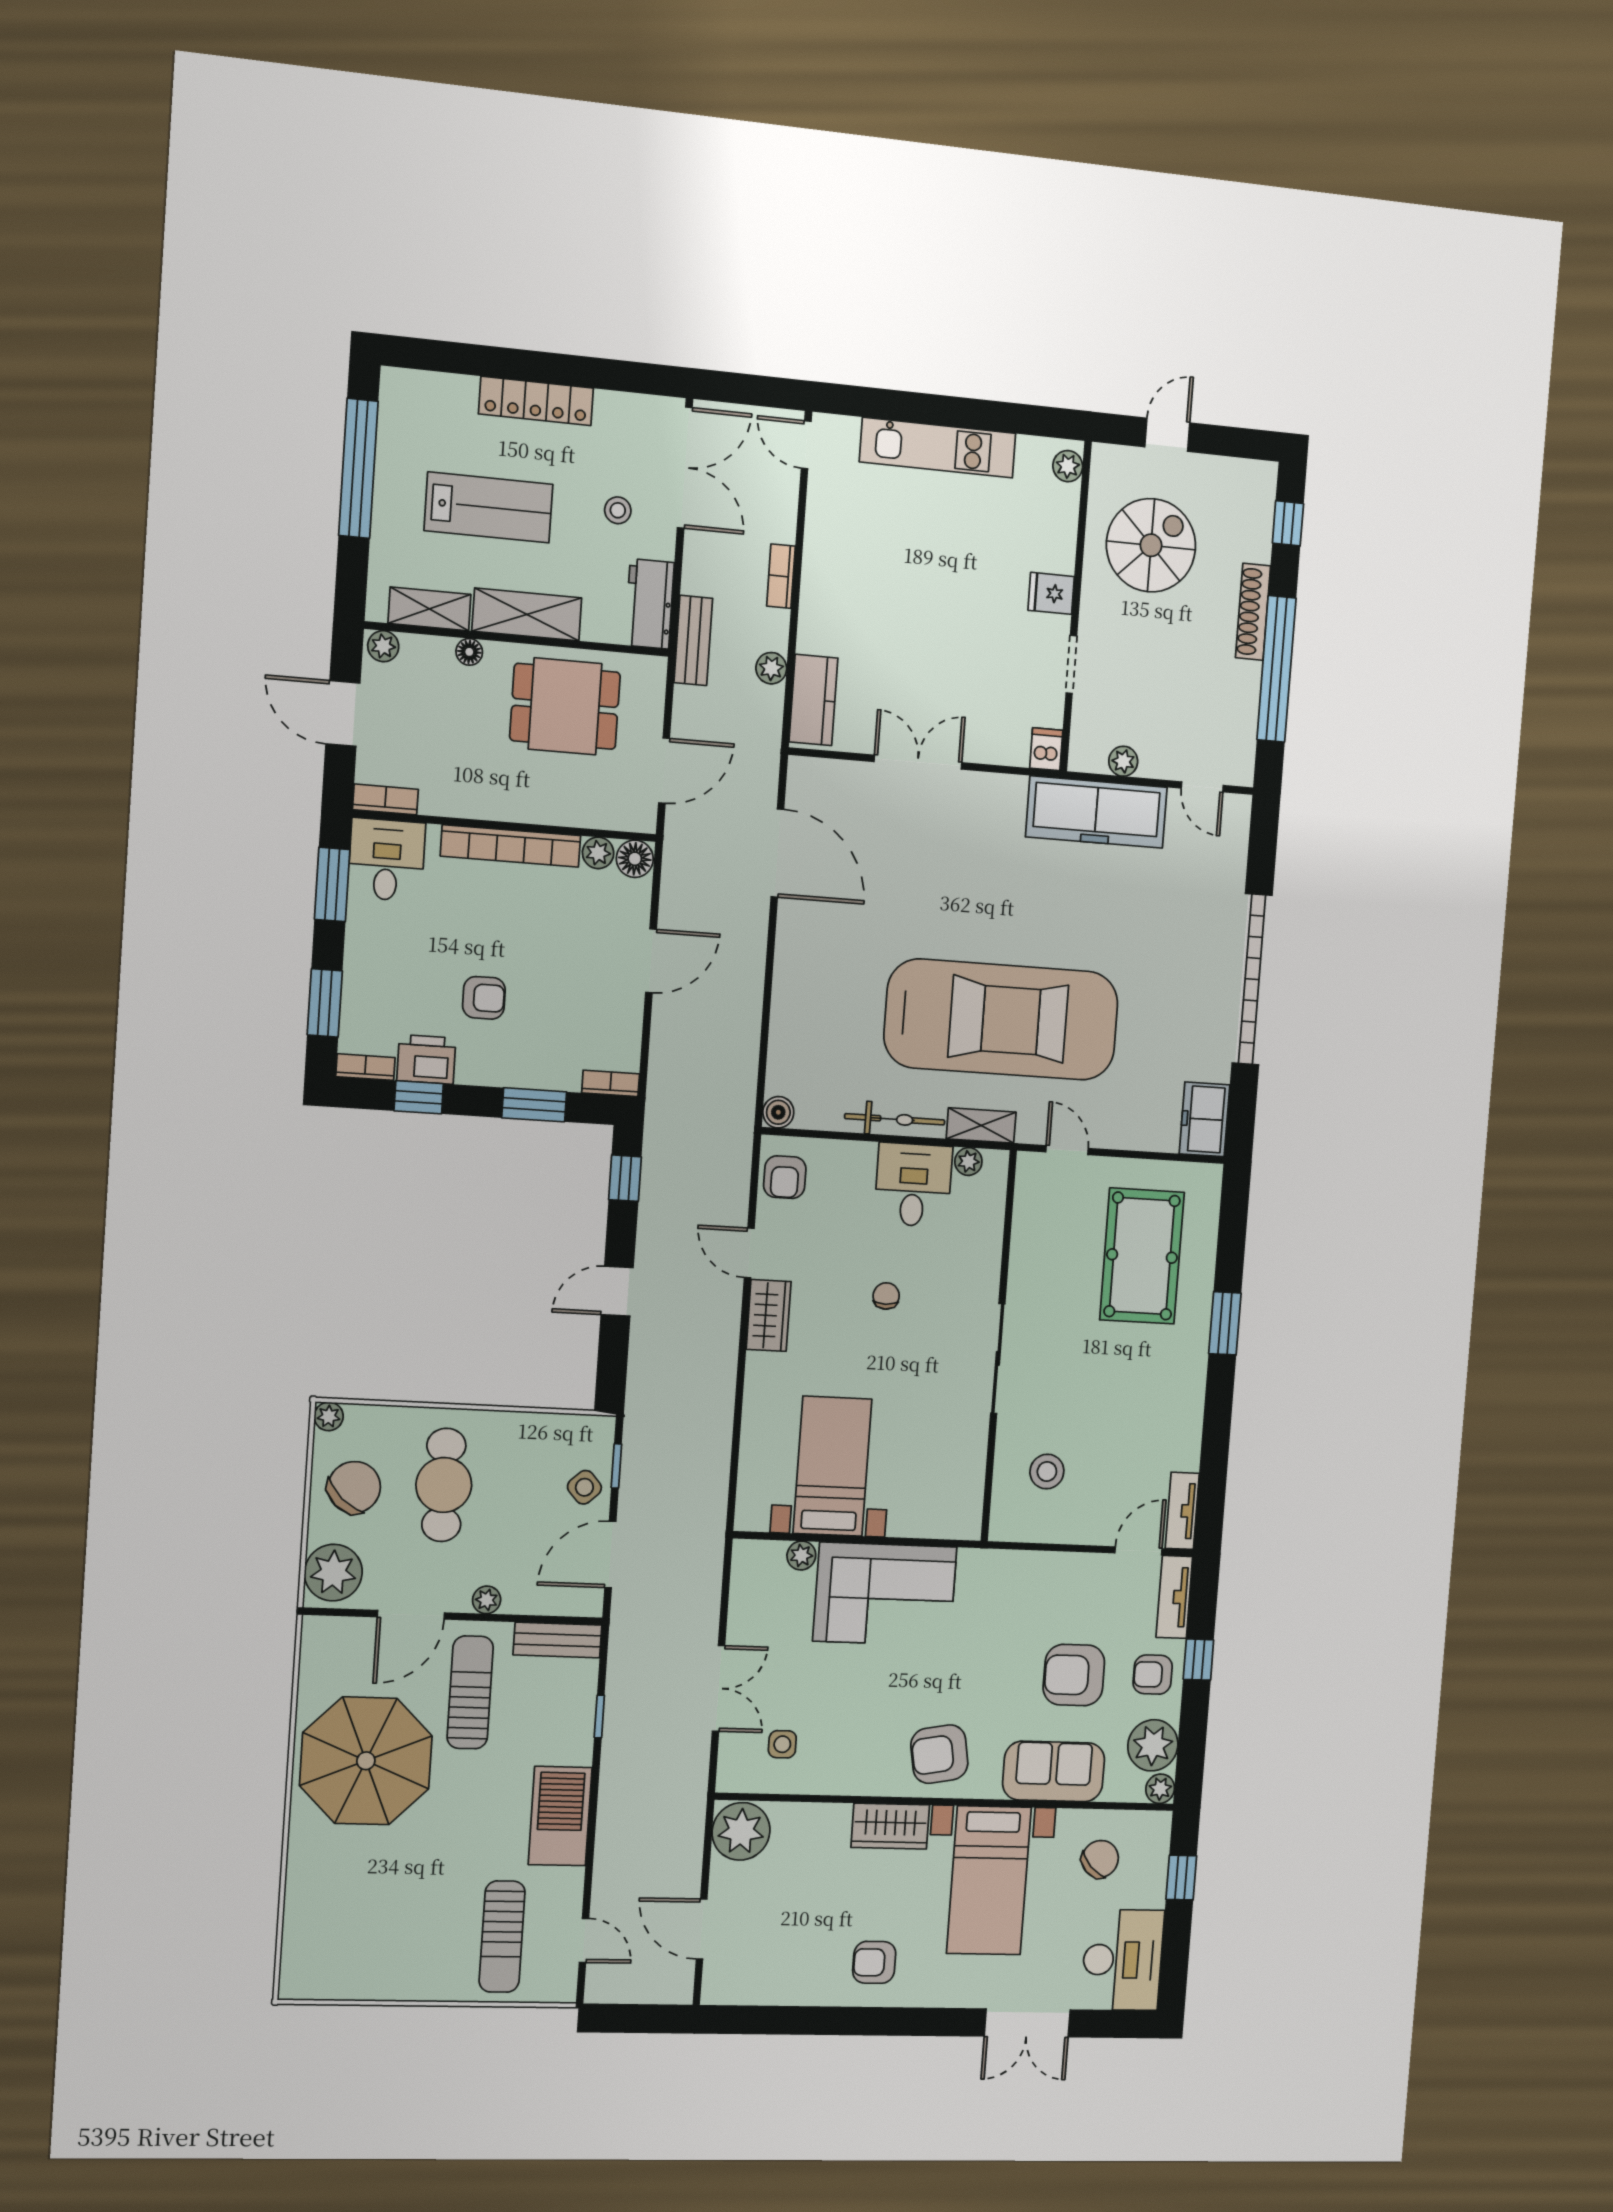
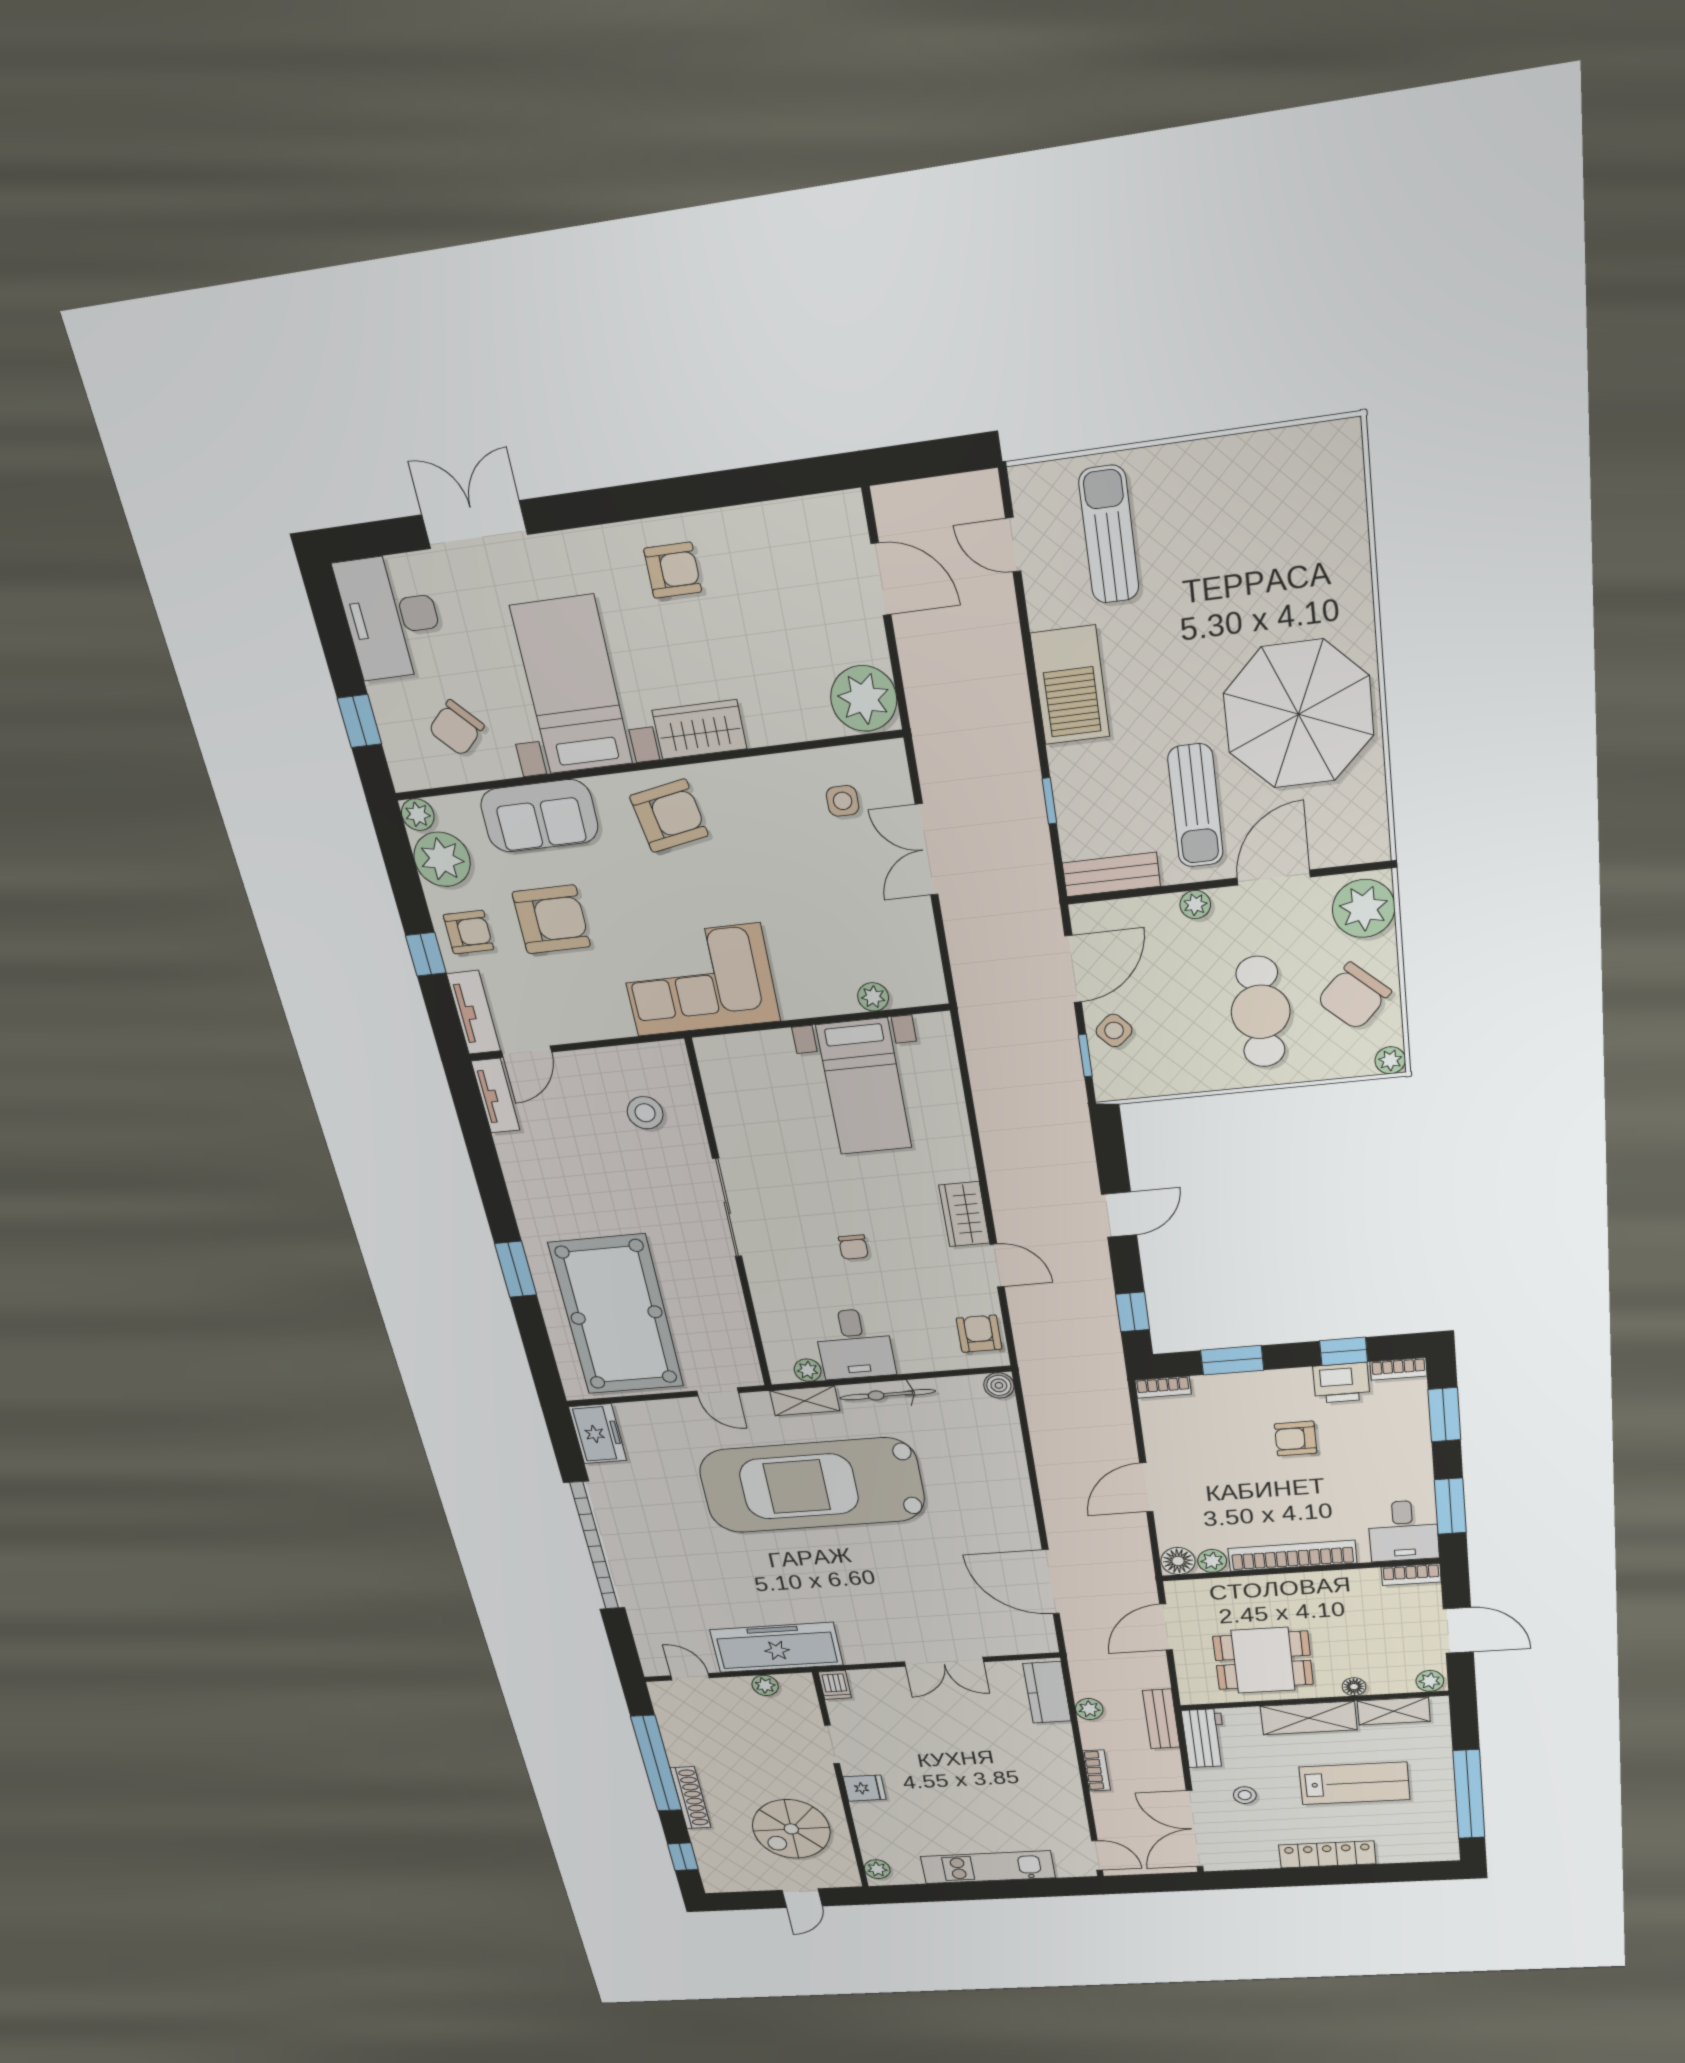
lab bench: (489, 507) -> (1354, 1783), turned 180
pool table: (1142, 1256) -> (616, 1315), width x1.36, depth x1.32
corner sofa: (885, 1594) -> (698, 980), moved

